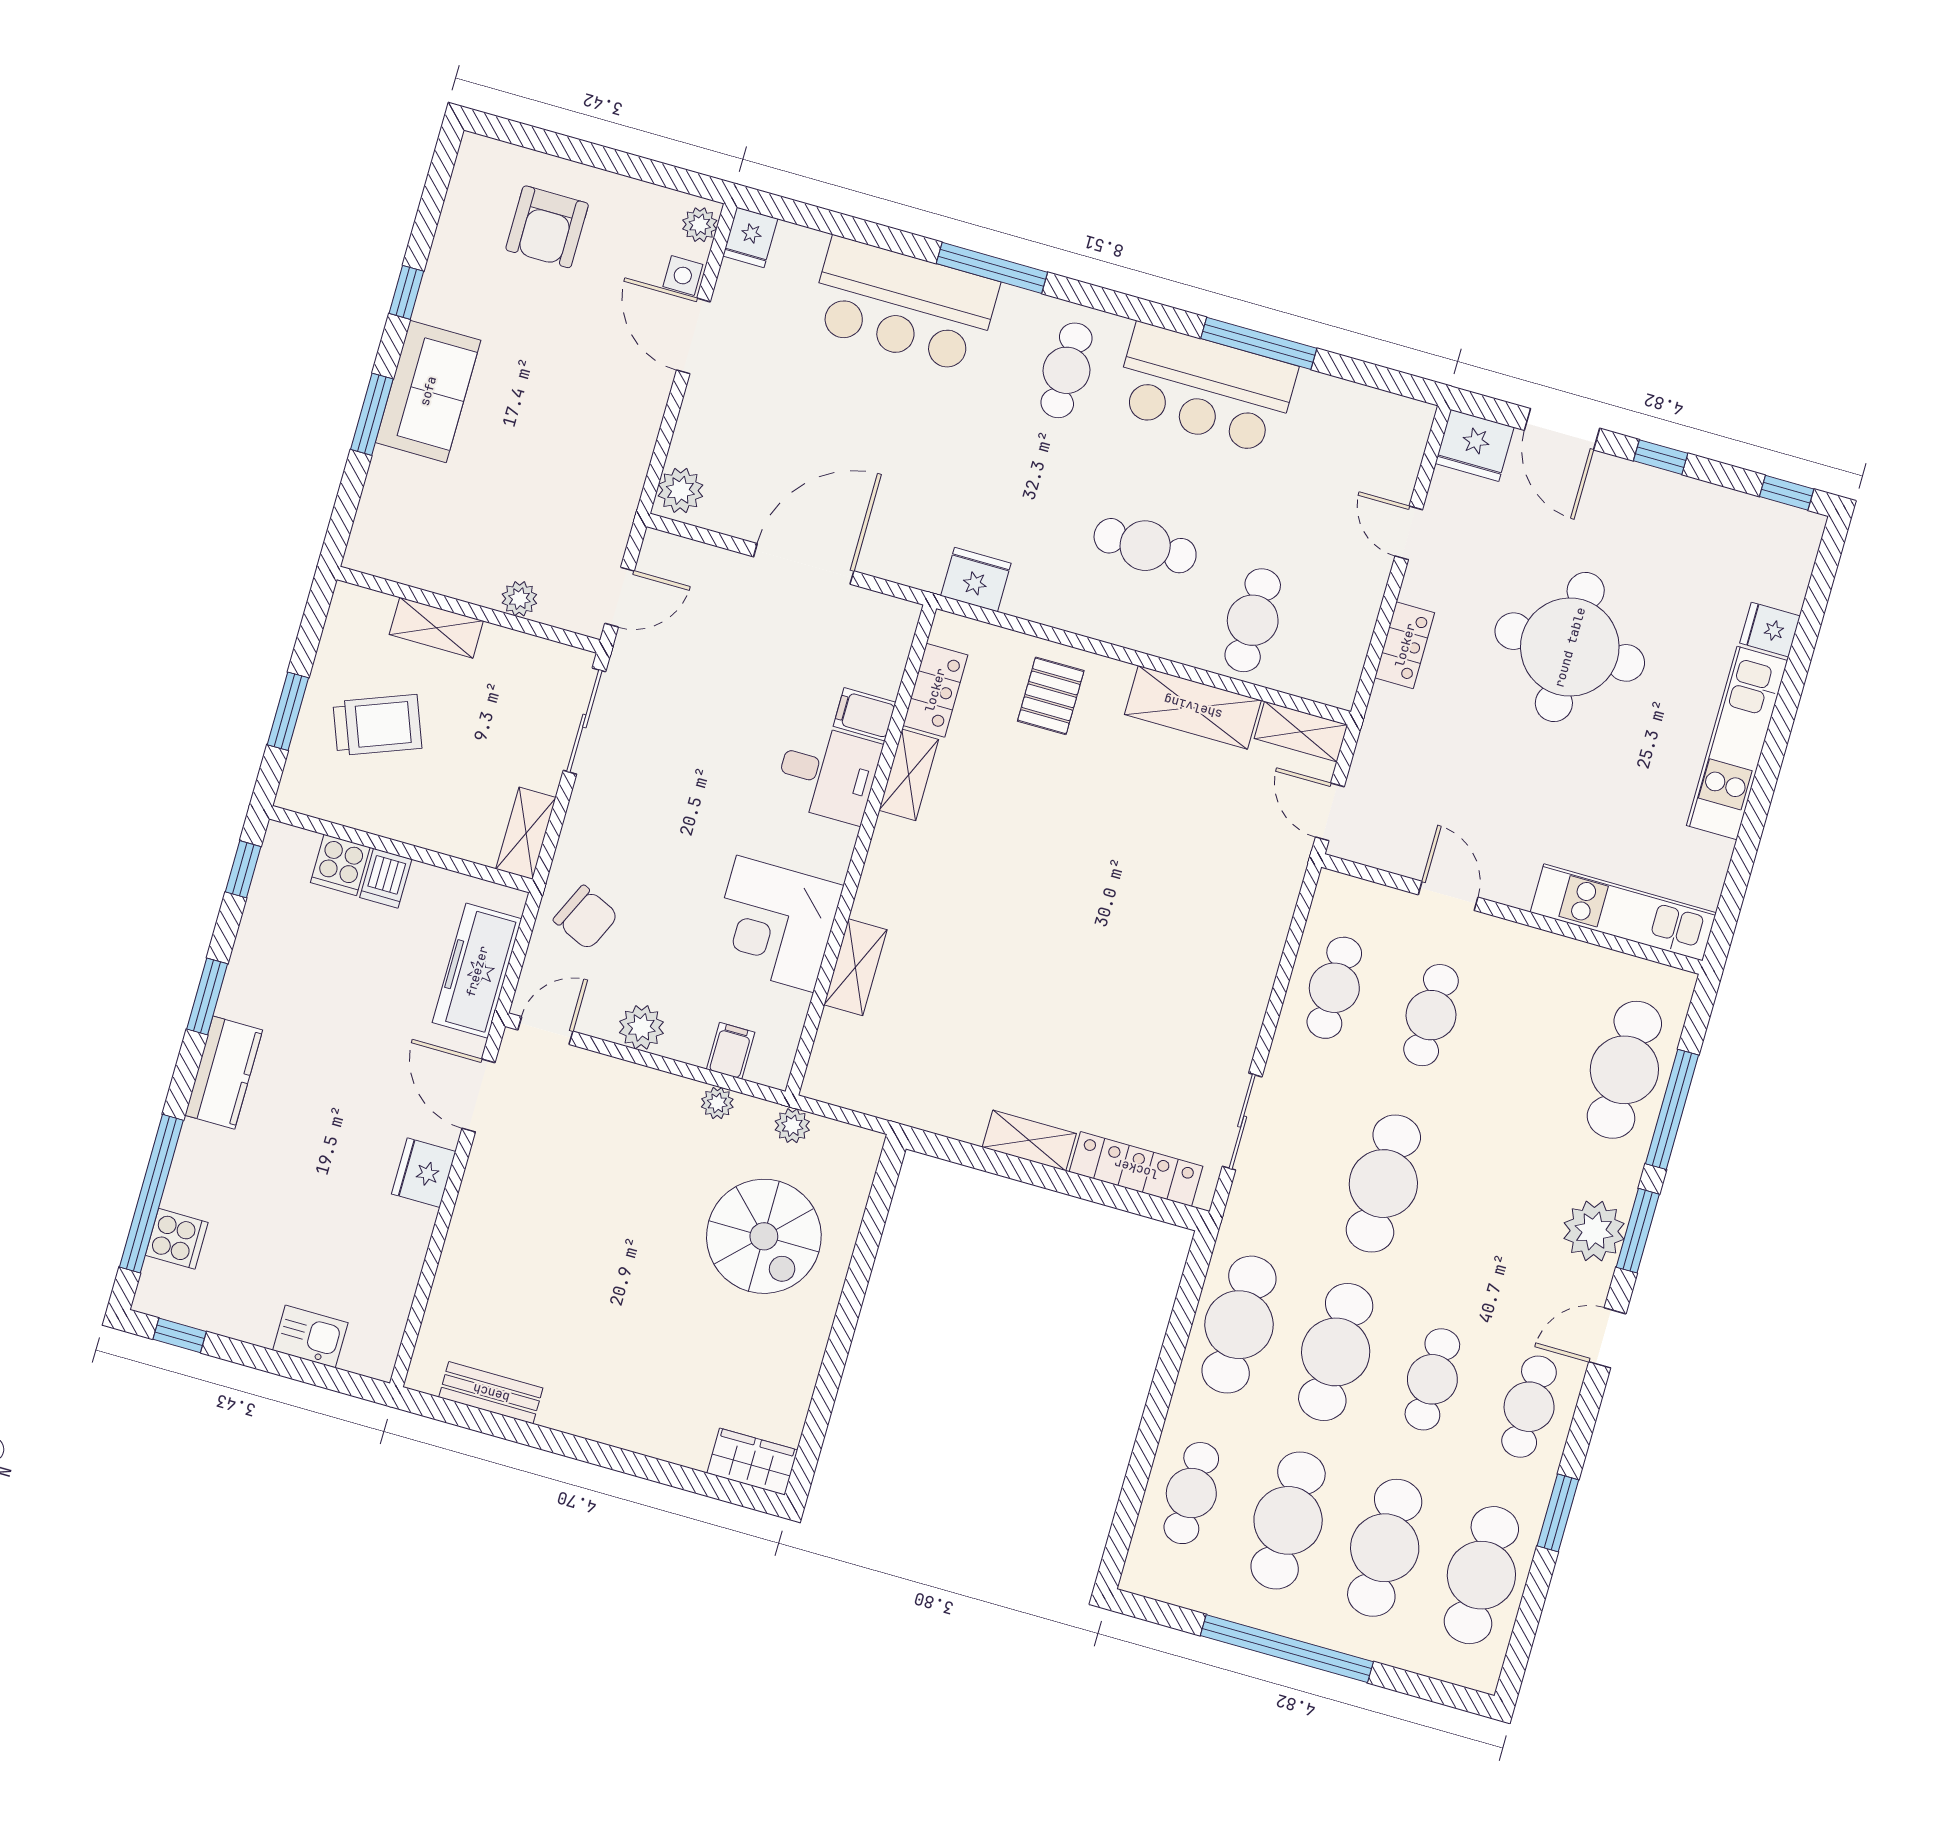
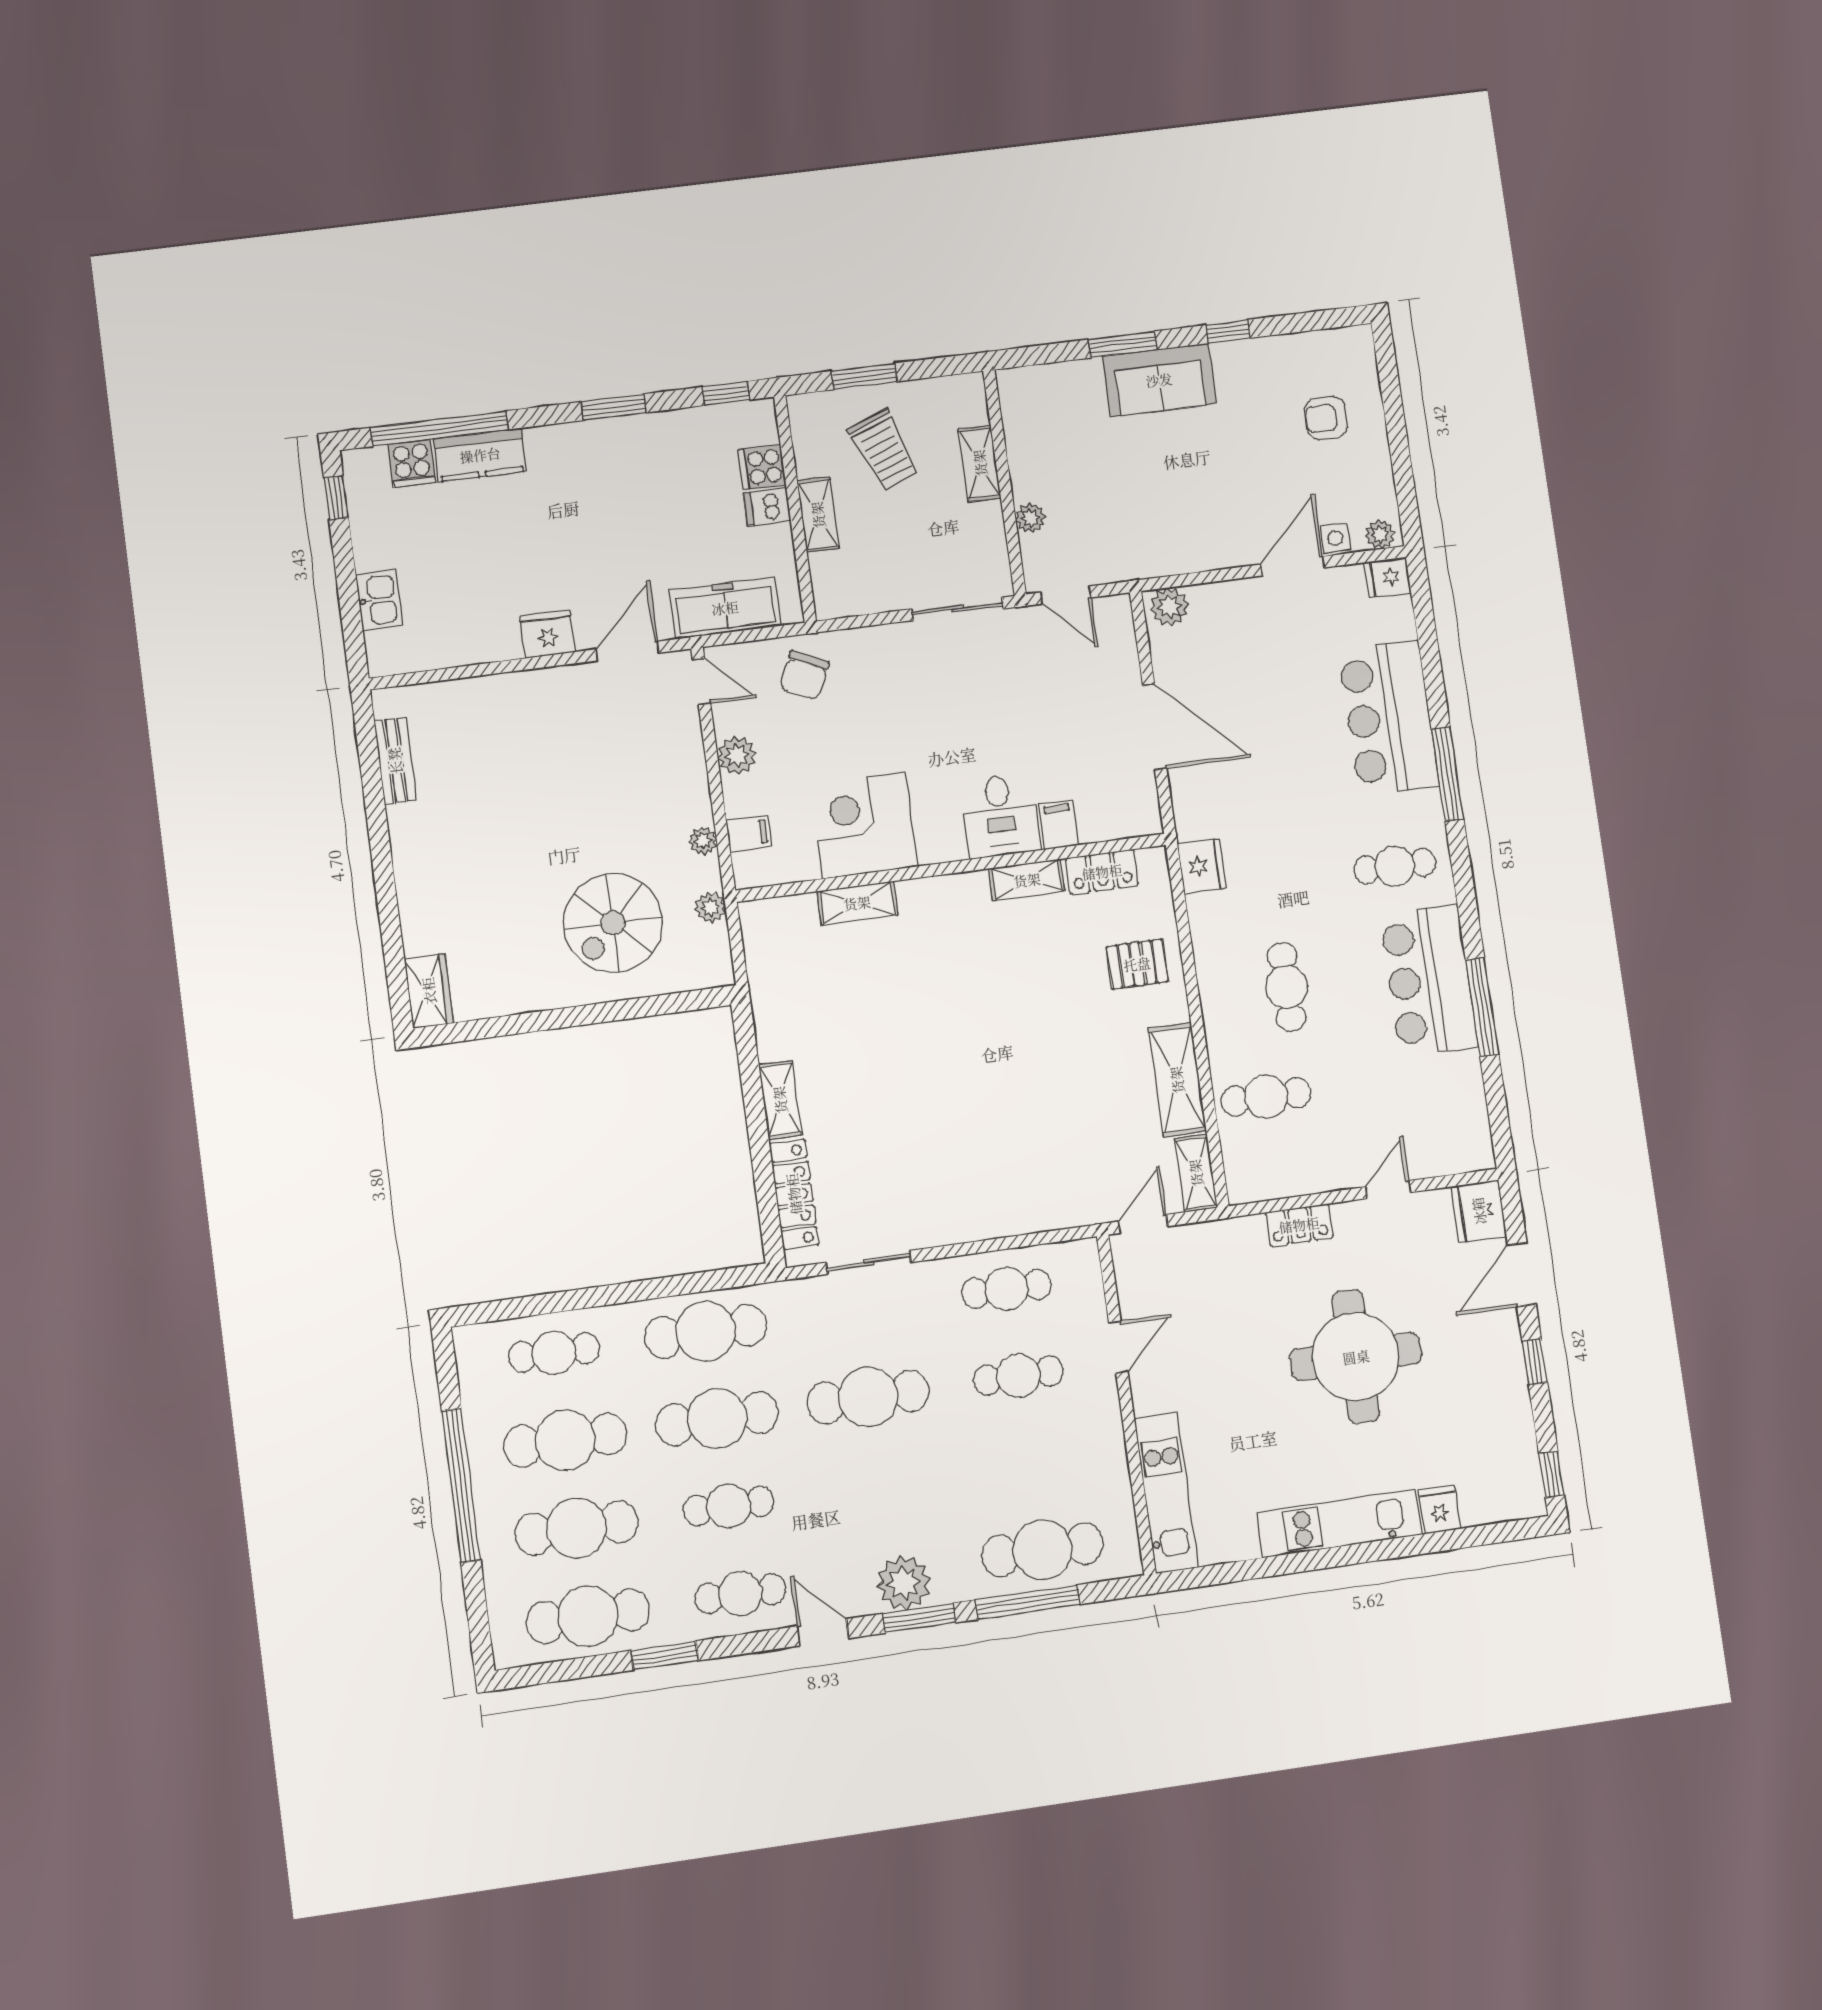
armchair: (547, 227) -> (1326, 418), width x0.72, depth x0.72
shelving: (526, 833) -> (818, 515), moved, turned 90
kitchen counter: (224, 1073) -> (480, 455), moved

